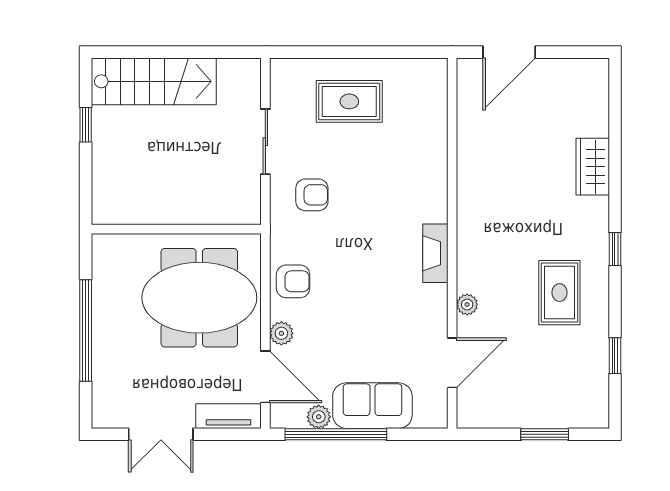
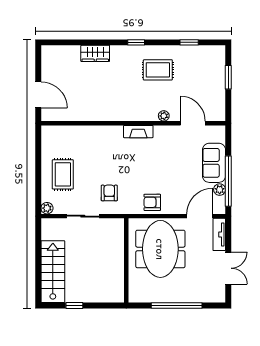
armchair: (293, 281) -> (152, 202), turned -90
plant: (281, 333) -> (47, 208), moved

